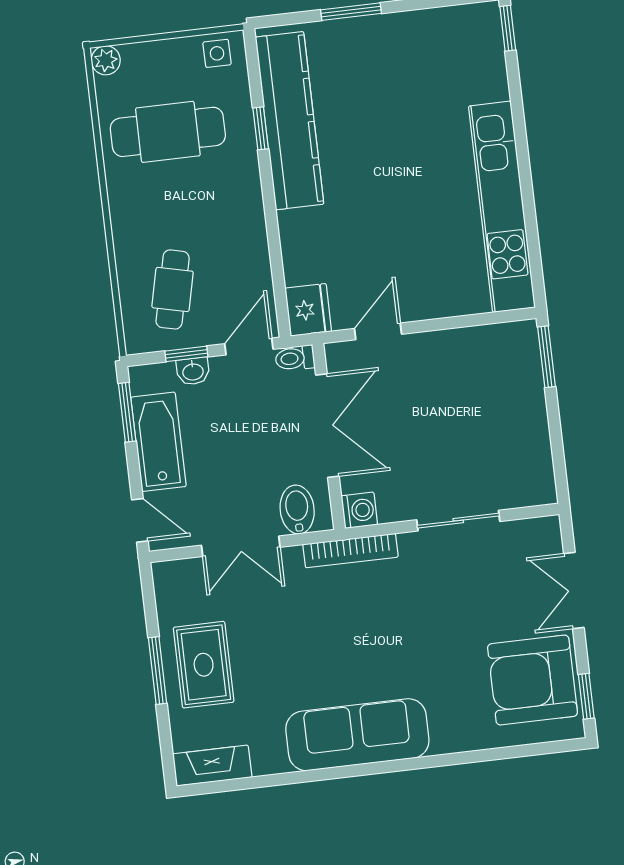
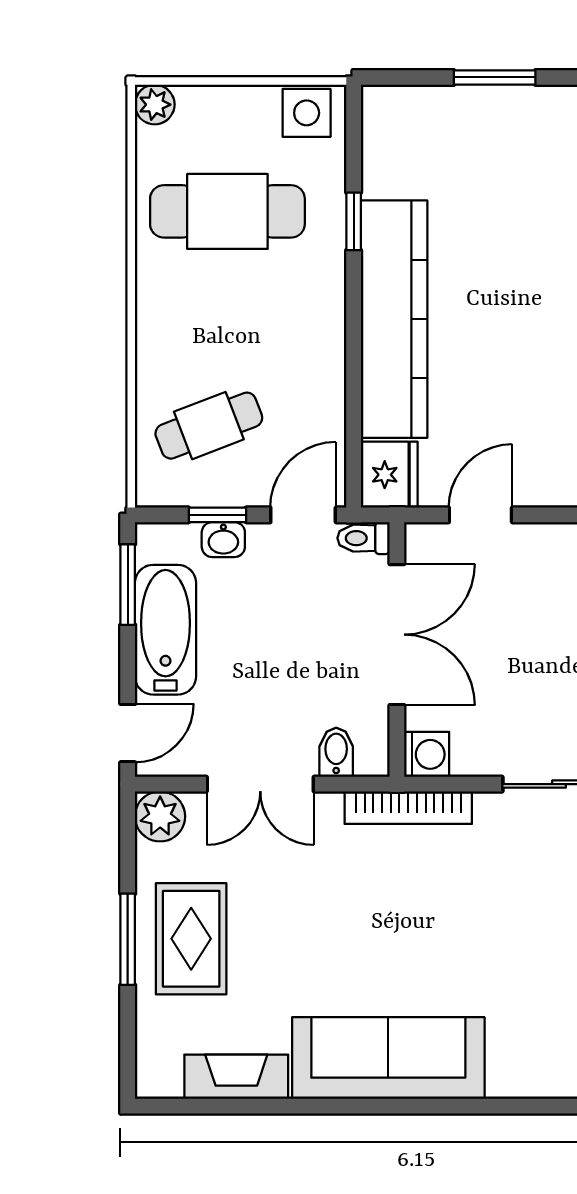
side table: (217, 53) -> (307, 113), width x1.37, depth x1.37
kitchen counter: (290, 121) -> (394, 319), moved
cafe table: (173, 289) -> (209, 426), turned 56
bidet: (297, 510) -> (336, 752), width x0.72, depth x0.74
door: (140, 520) -> (128, 733), hinge flipped
plant: (170, 578) -> (160, 816), added
fireplace: (212, 766) -> (236, 1077), moved

